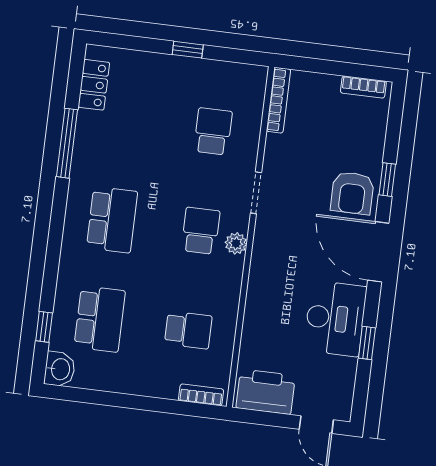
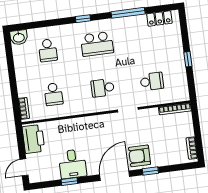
school desk: (201, 231) -> (103, 88), turned 180
plant: (236, 243) -> (101, 106), removed
school desk: (100, 319) -> (48, 50), width x0.54
desk: (335, 319) -> (72, 164), width x0.73
window: (44, 327) -> (83, 19), moved

